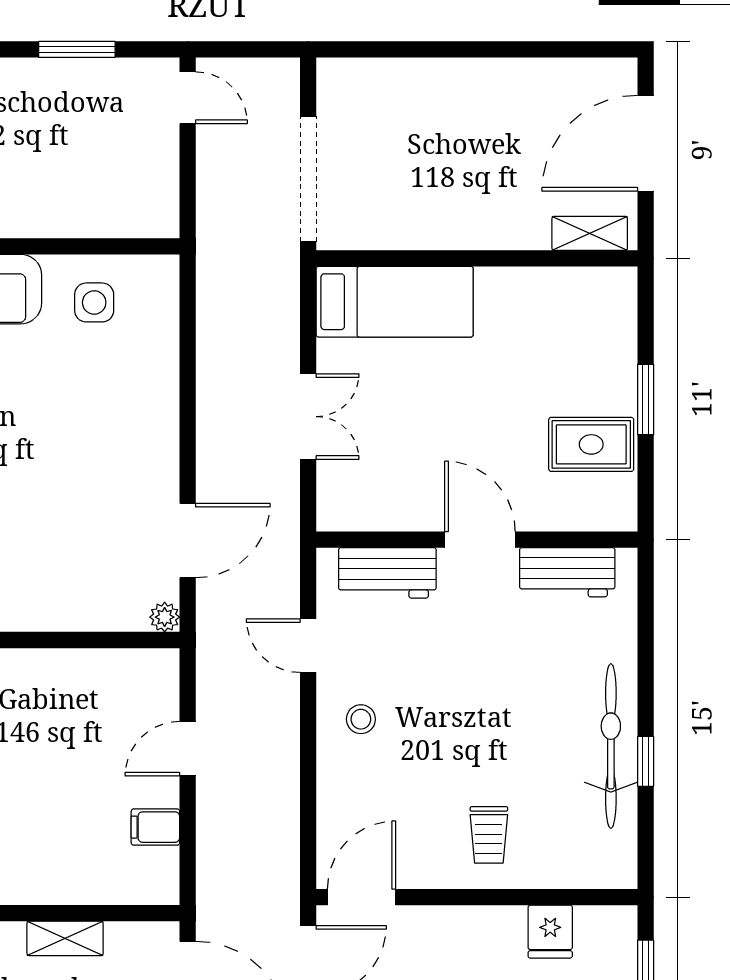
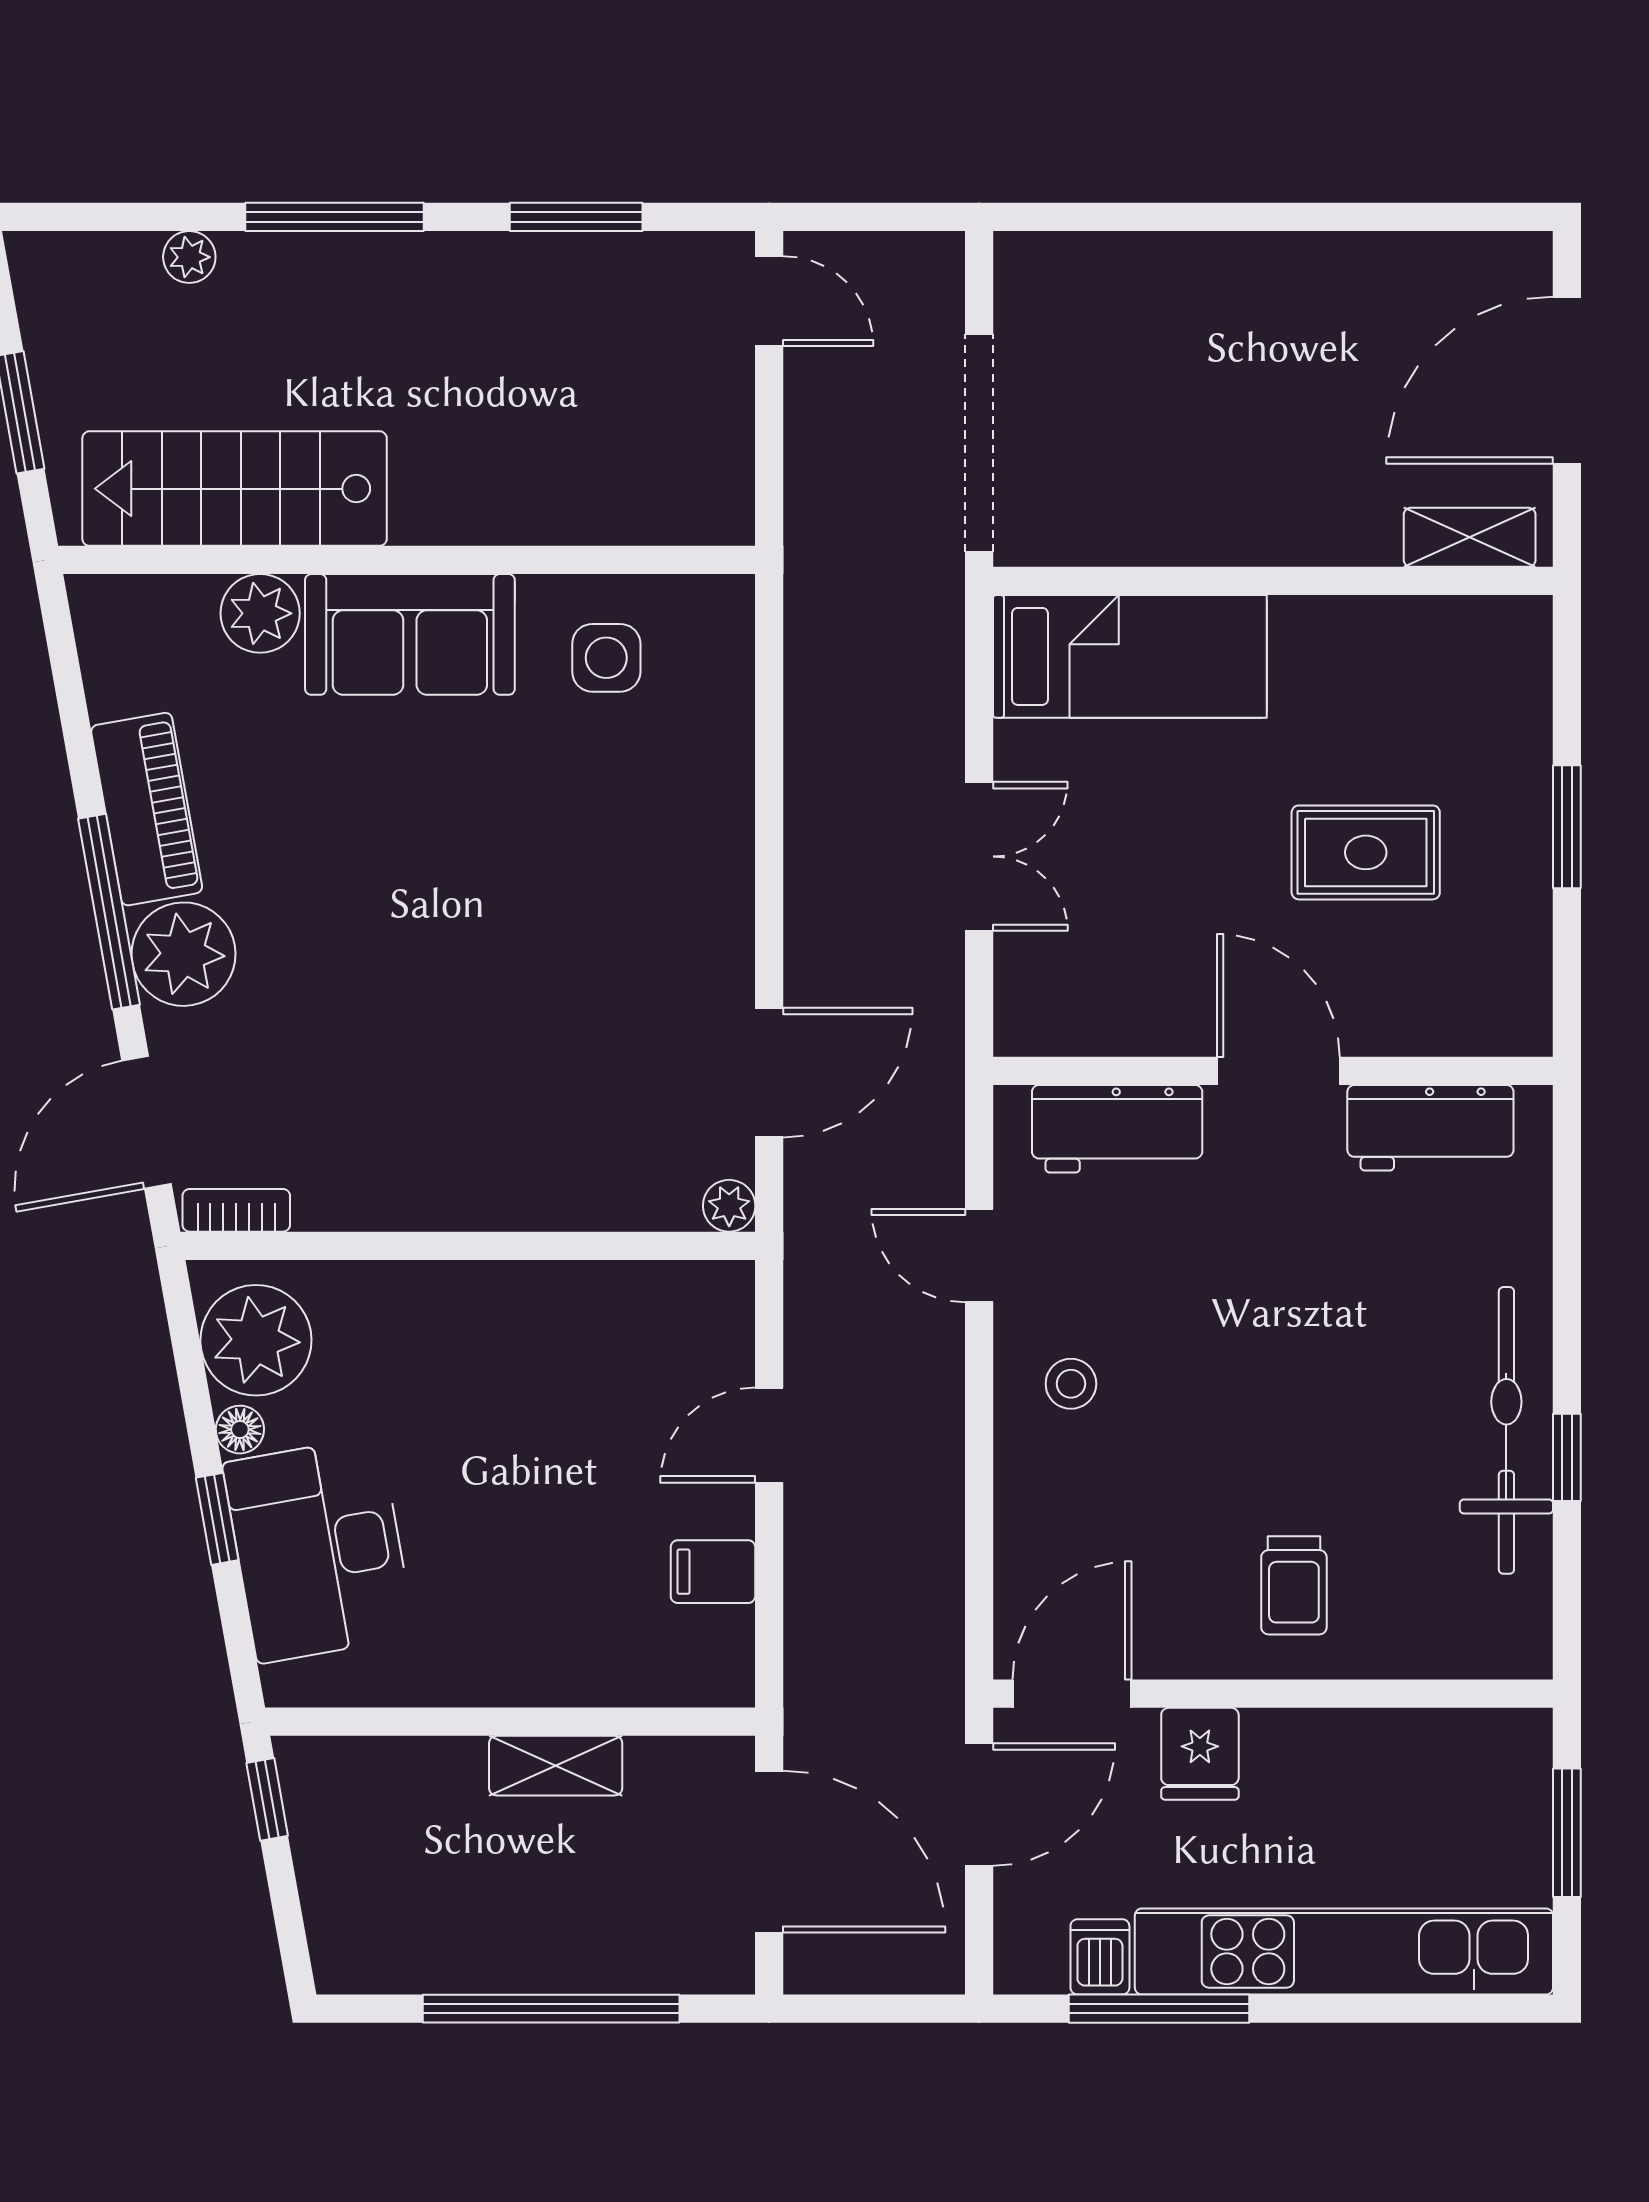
rug: (591, 444) -> (1366, 852), moved
fridge: (550, 932) -> (1200, 1754), moved

